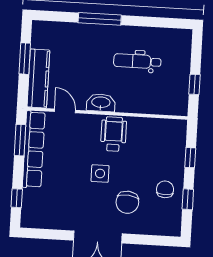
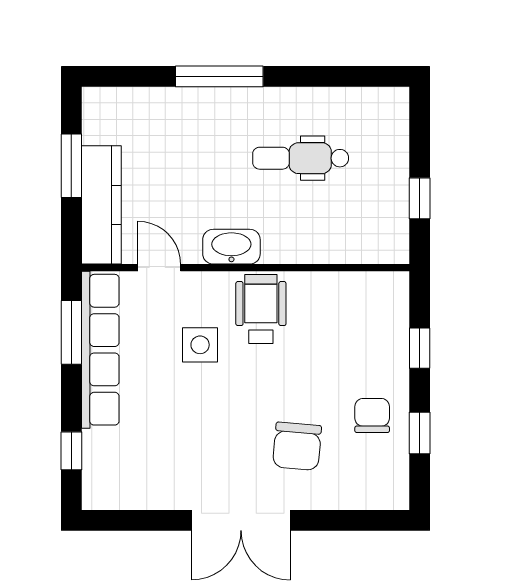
side table: (100, 174) -> (200, 345), moved

